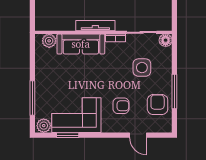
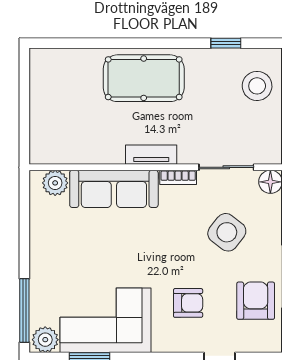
tv unit: (95, 26) -> (151, 155), width x0.71
side table: (142, 68) -> (227, 232), turned 38
window: (32, 98) -> (24, 310), moved

